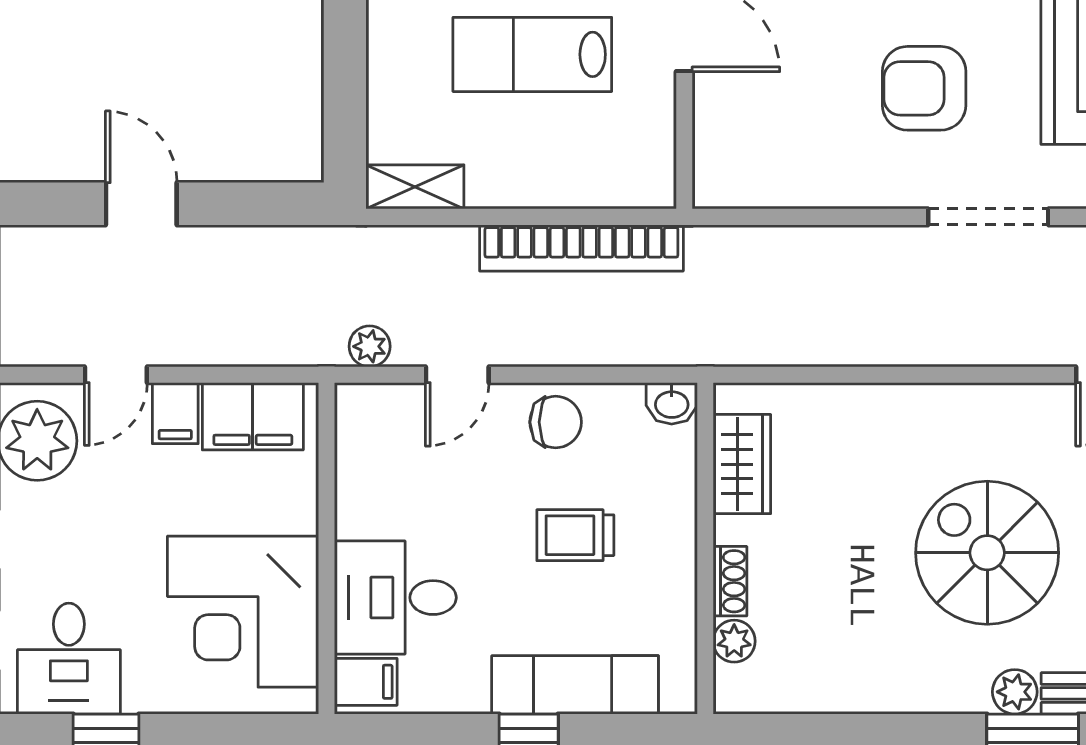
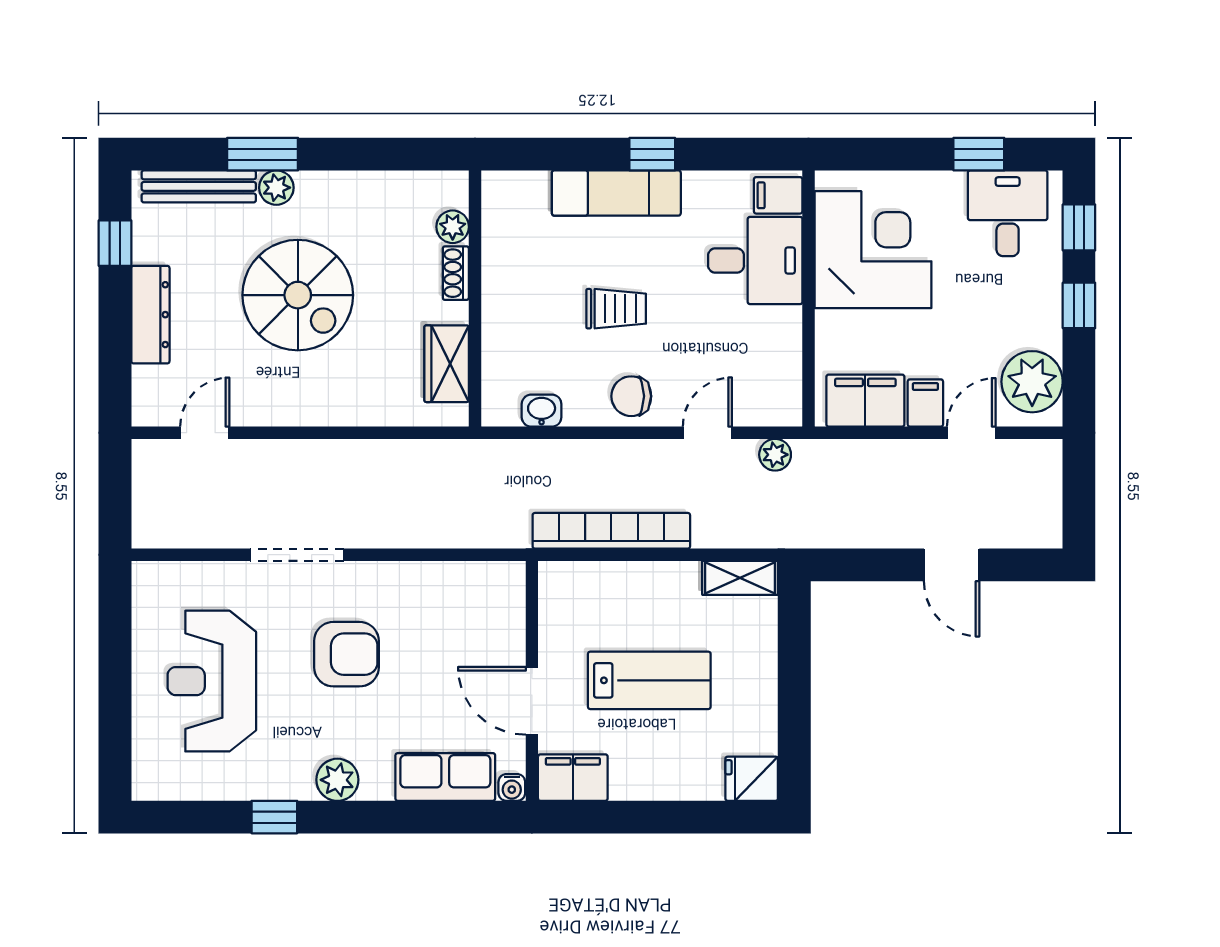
wardrobe: (742, 464) -> (447, 364), moved
wall: (705, 548) -> (475, 299), moved
shoe rack: (730, 581) -> (456, 273), moved
plant: (734, 641) -> (453, 227), moved

